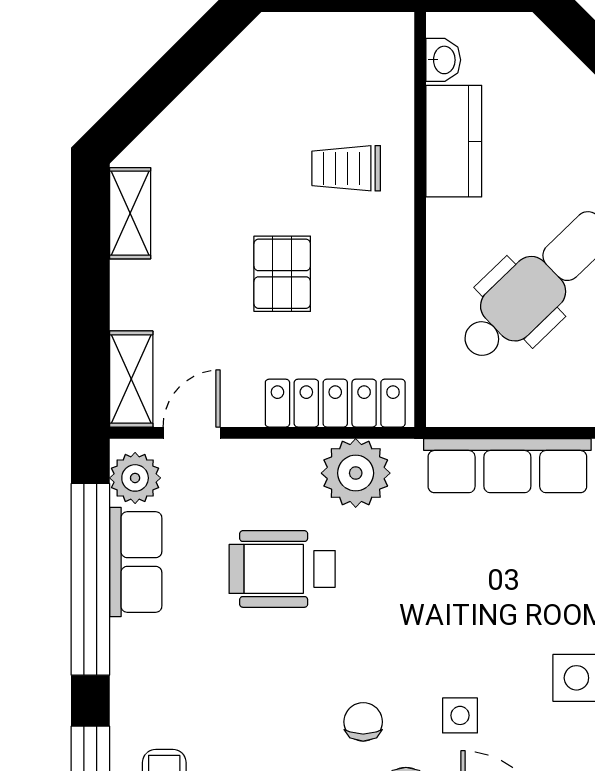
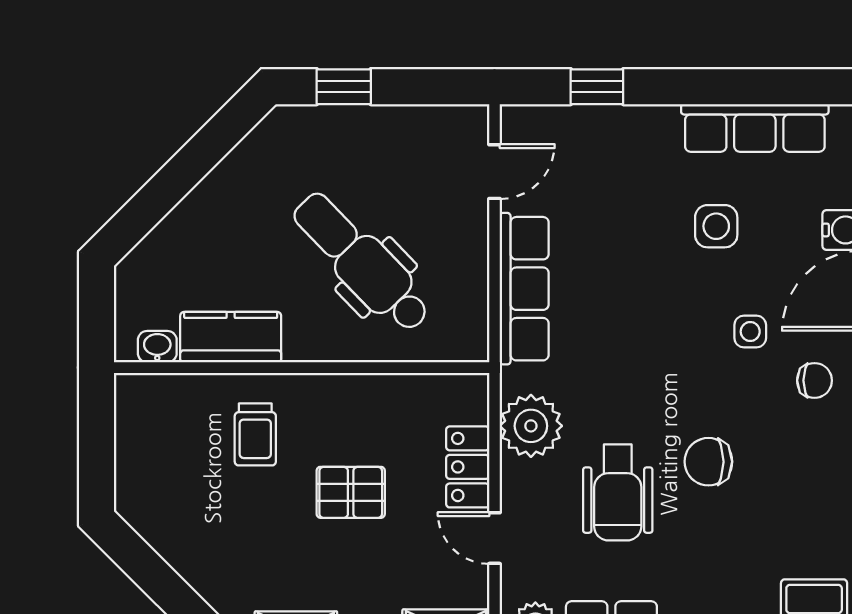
locker: (335, 403) -> (468, 467), width x0.66
door: (192, 433) -> (495, 538), moved
chair: (363, 722) -> (708, 462), moved, width x1.37, depth x1.37

